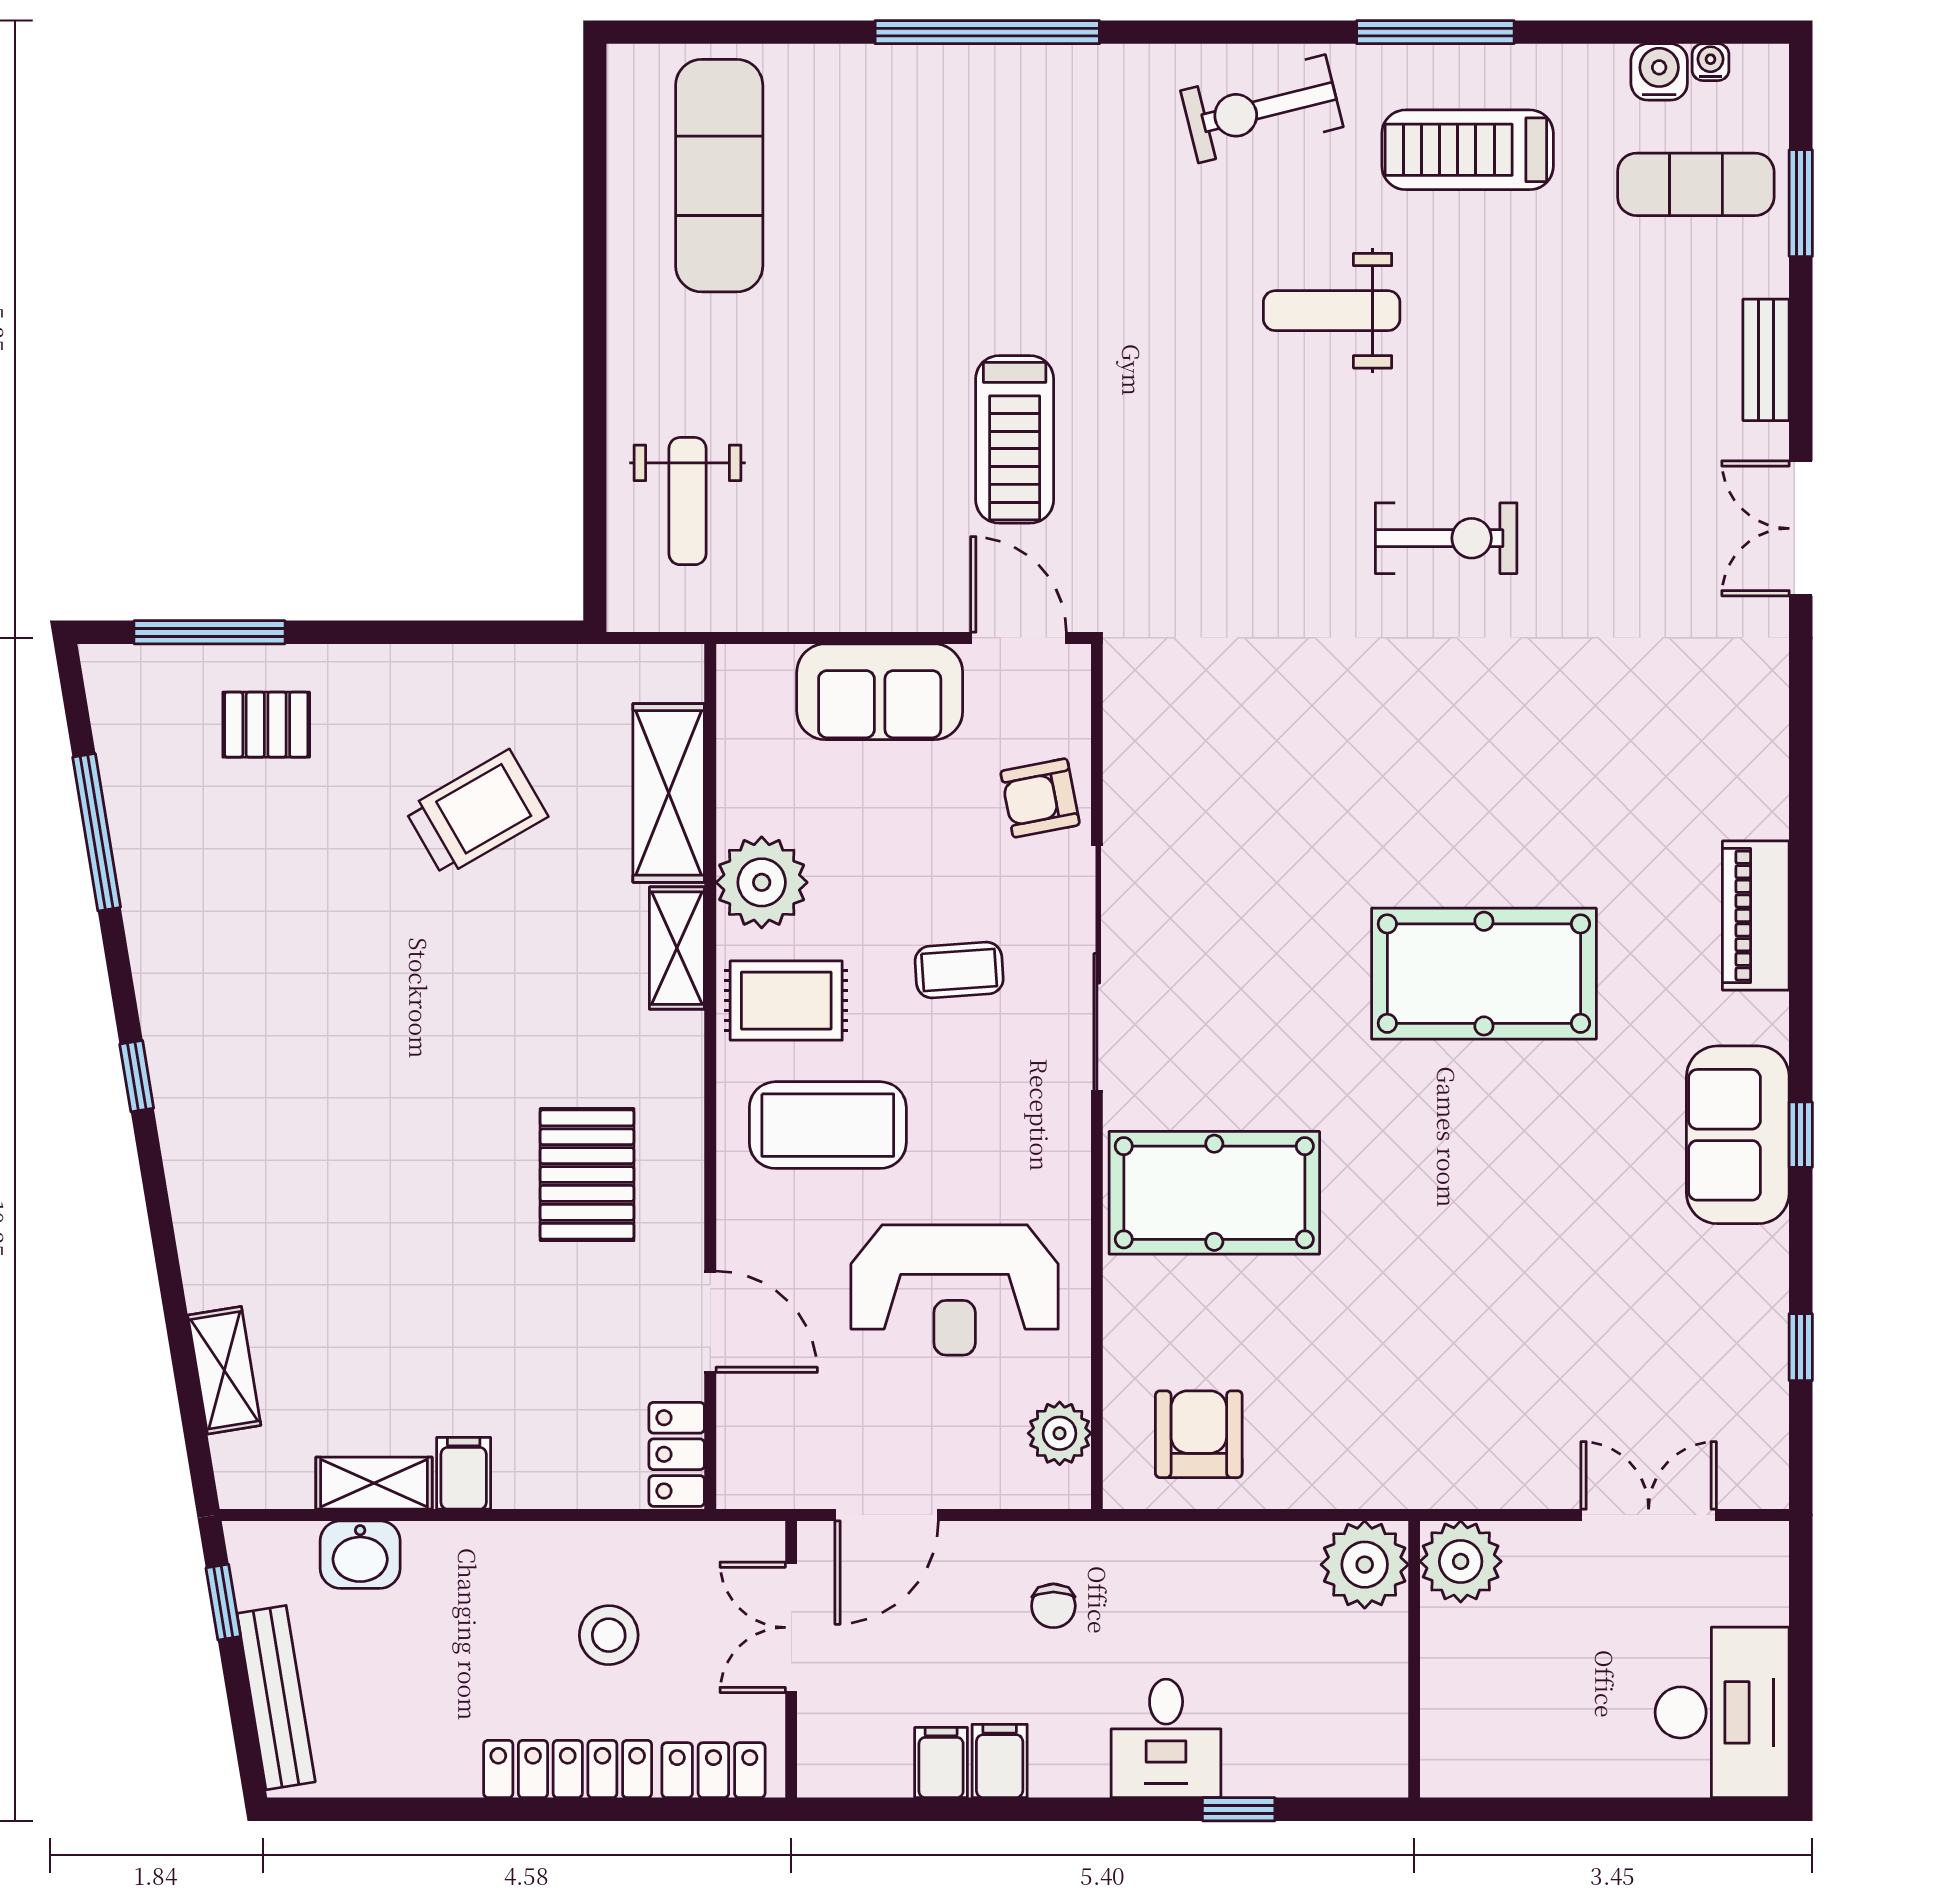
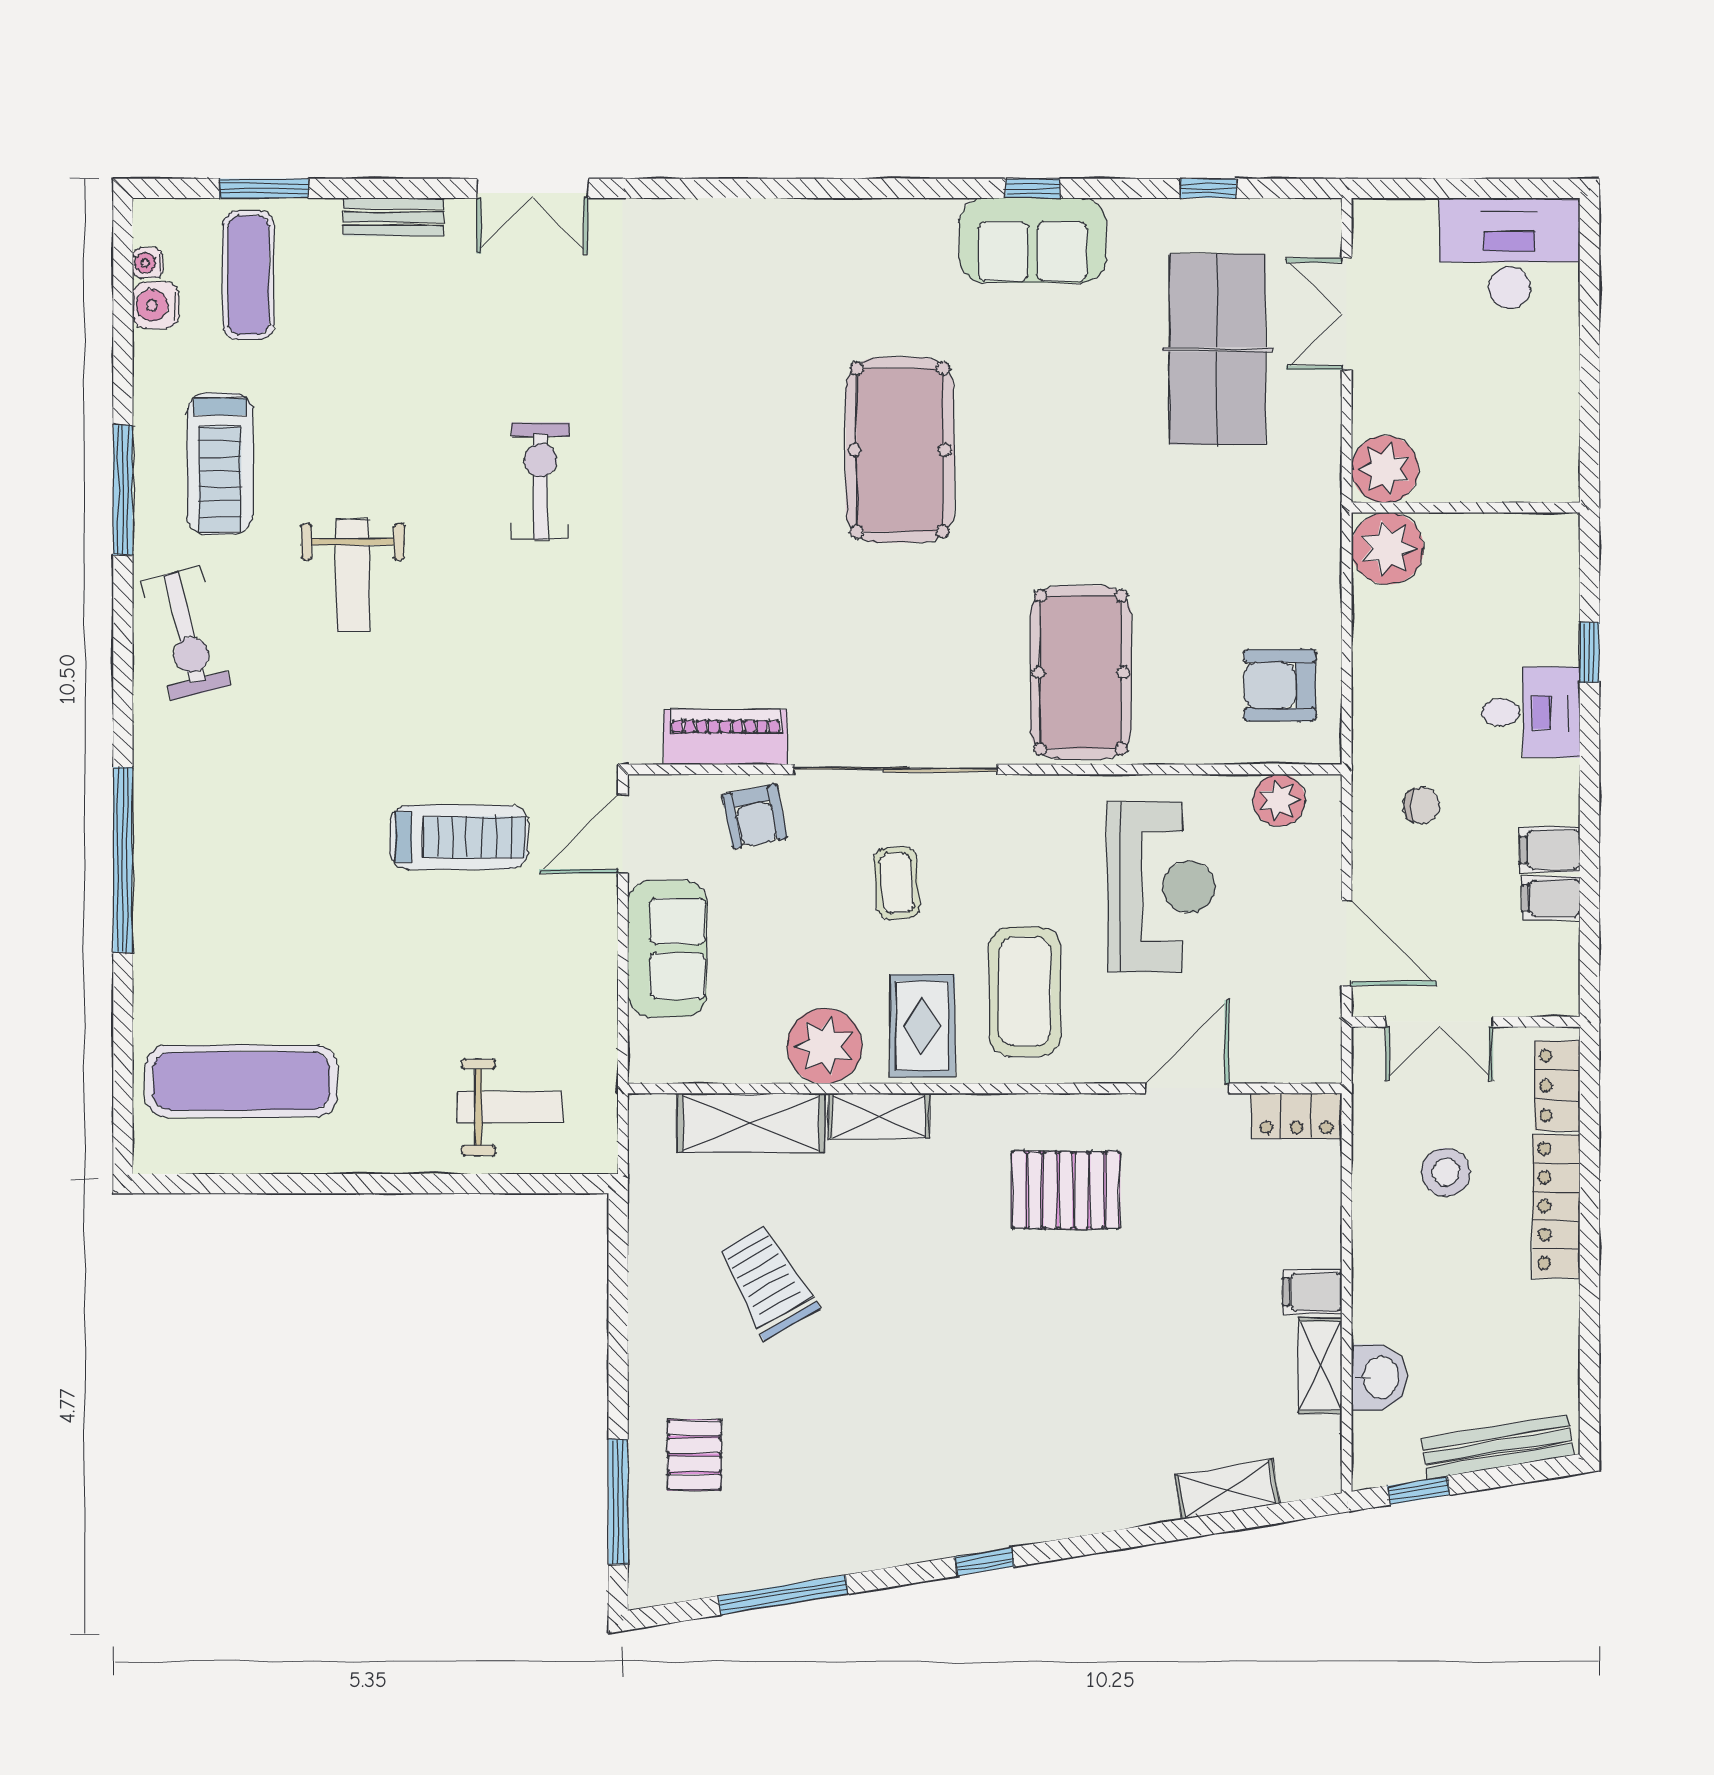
piano: (1756, 916) -> (726, 737), moved, turned 180
table tennis table: (1606, 1358) -> (1217, 349), added

